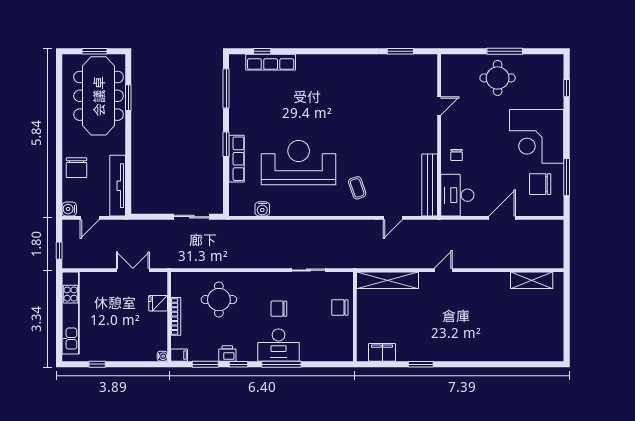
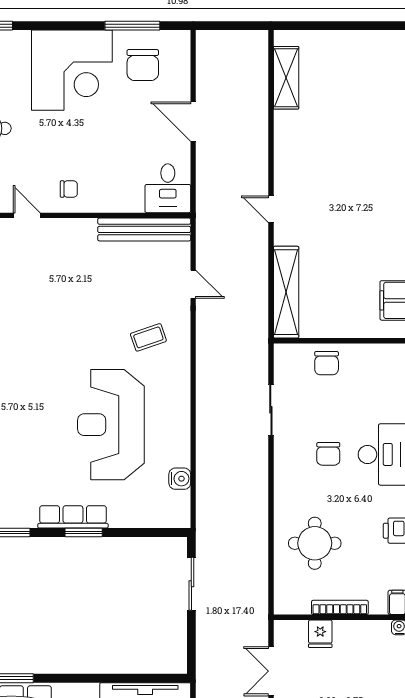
chair: (457, 155) -> (69, 189), moved
row of seats: (237, 159) -> (73, 517), moved
desk: (457, 195) -> (168, 188), width x0.73

